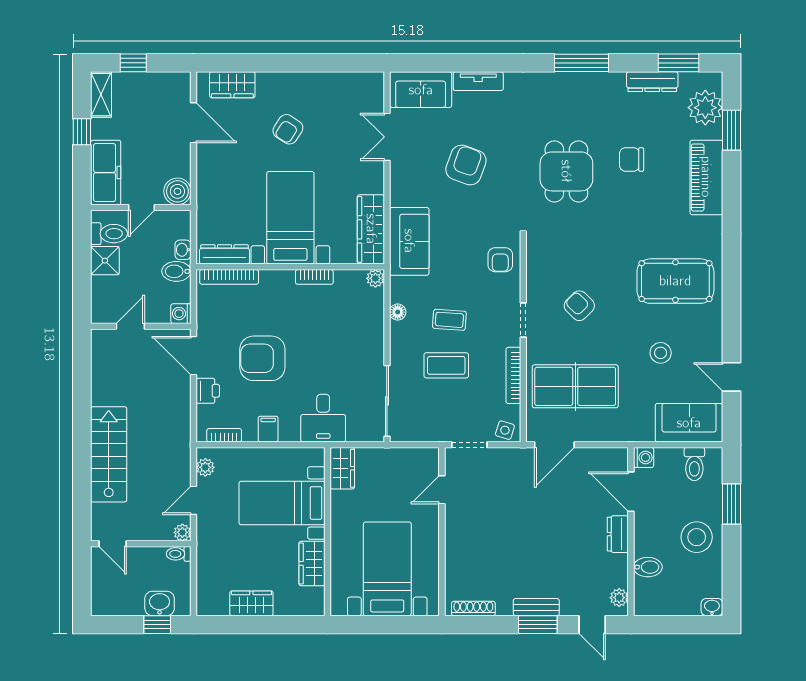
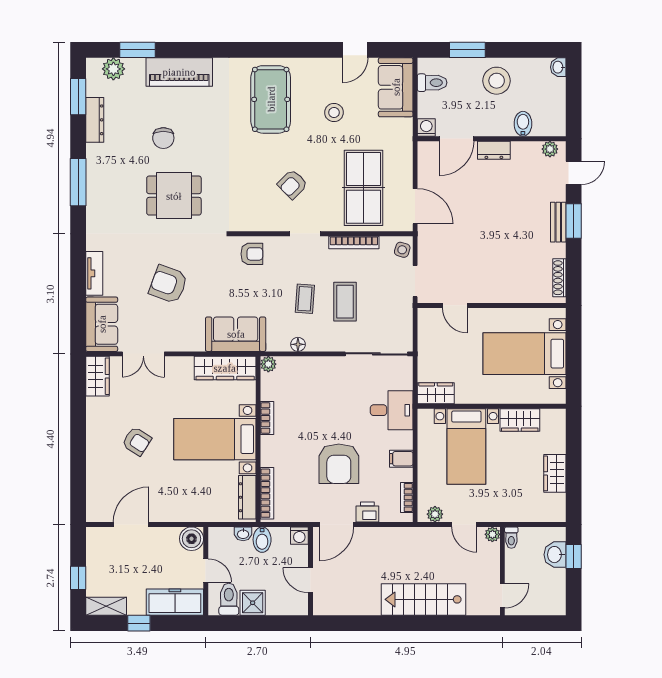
wardrobe: (232, 85) -> (97, 376), moved
plant: (705, 108) -> (113, 69), width x0.73, depth x0.73

